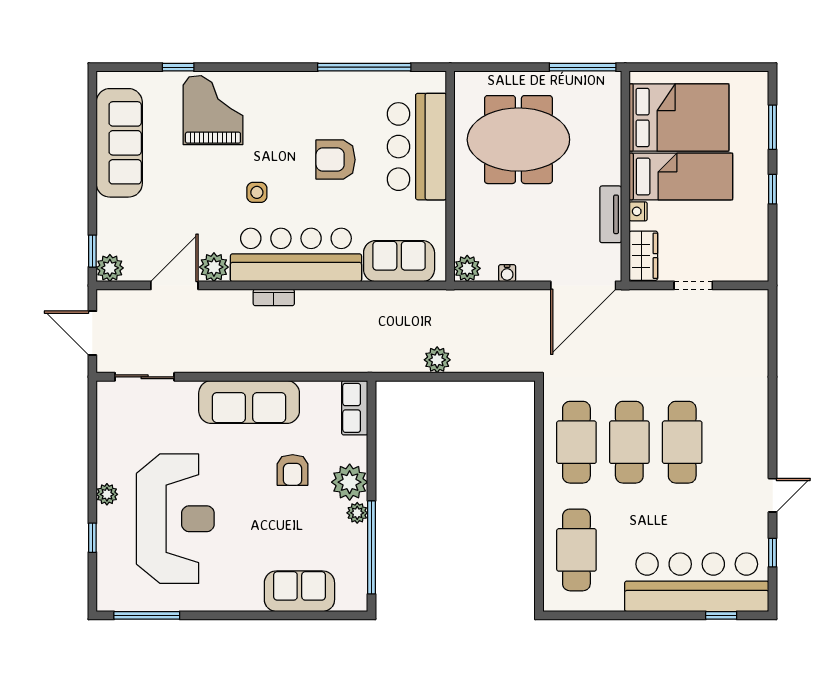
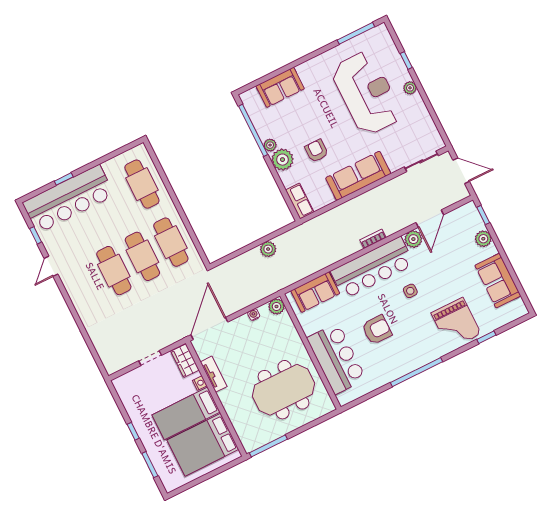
window: (364, 67) -> (417, 372), moved
sofa: (119, 143) -> (498, 281), width x0.73
plant: (110, 268) -> (483, 239), moved
reception desk: (175, 519) -> (367, 93), turned 180
window: (721, 615) -> (64, 179), moved

